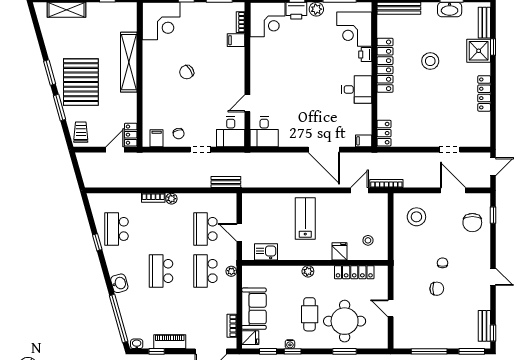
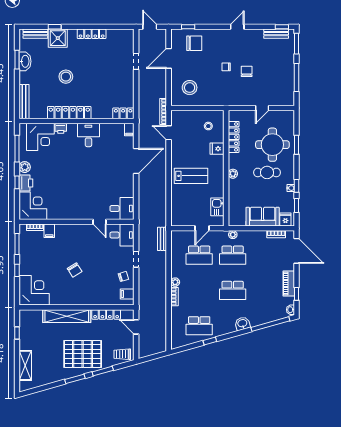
locker: (131, 135) -> (106, 314), moved, width x1.53
lab bench: (305, 219) -> (191, 176), turned 180

